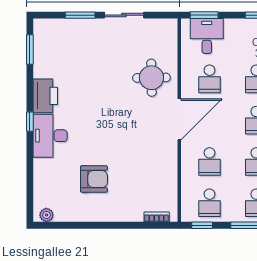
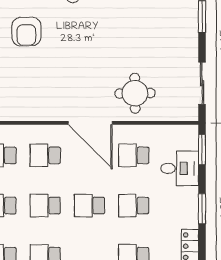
sliding door: (124, 15) -> (202, 83), moved
desk: (207, 36) -> (180, 168), moved

